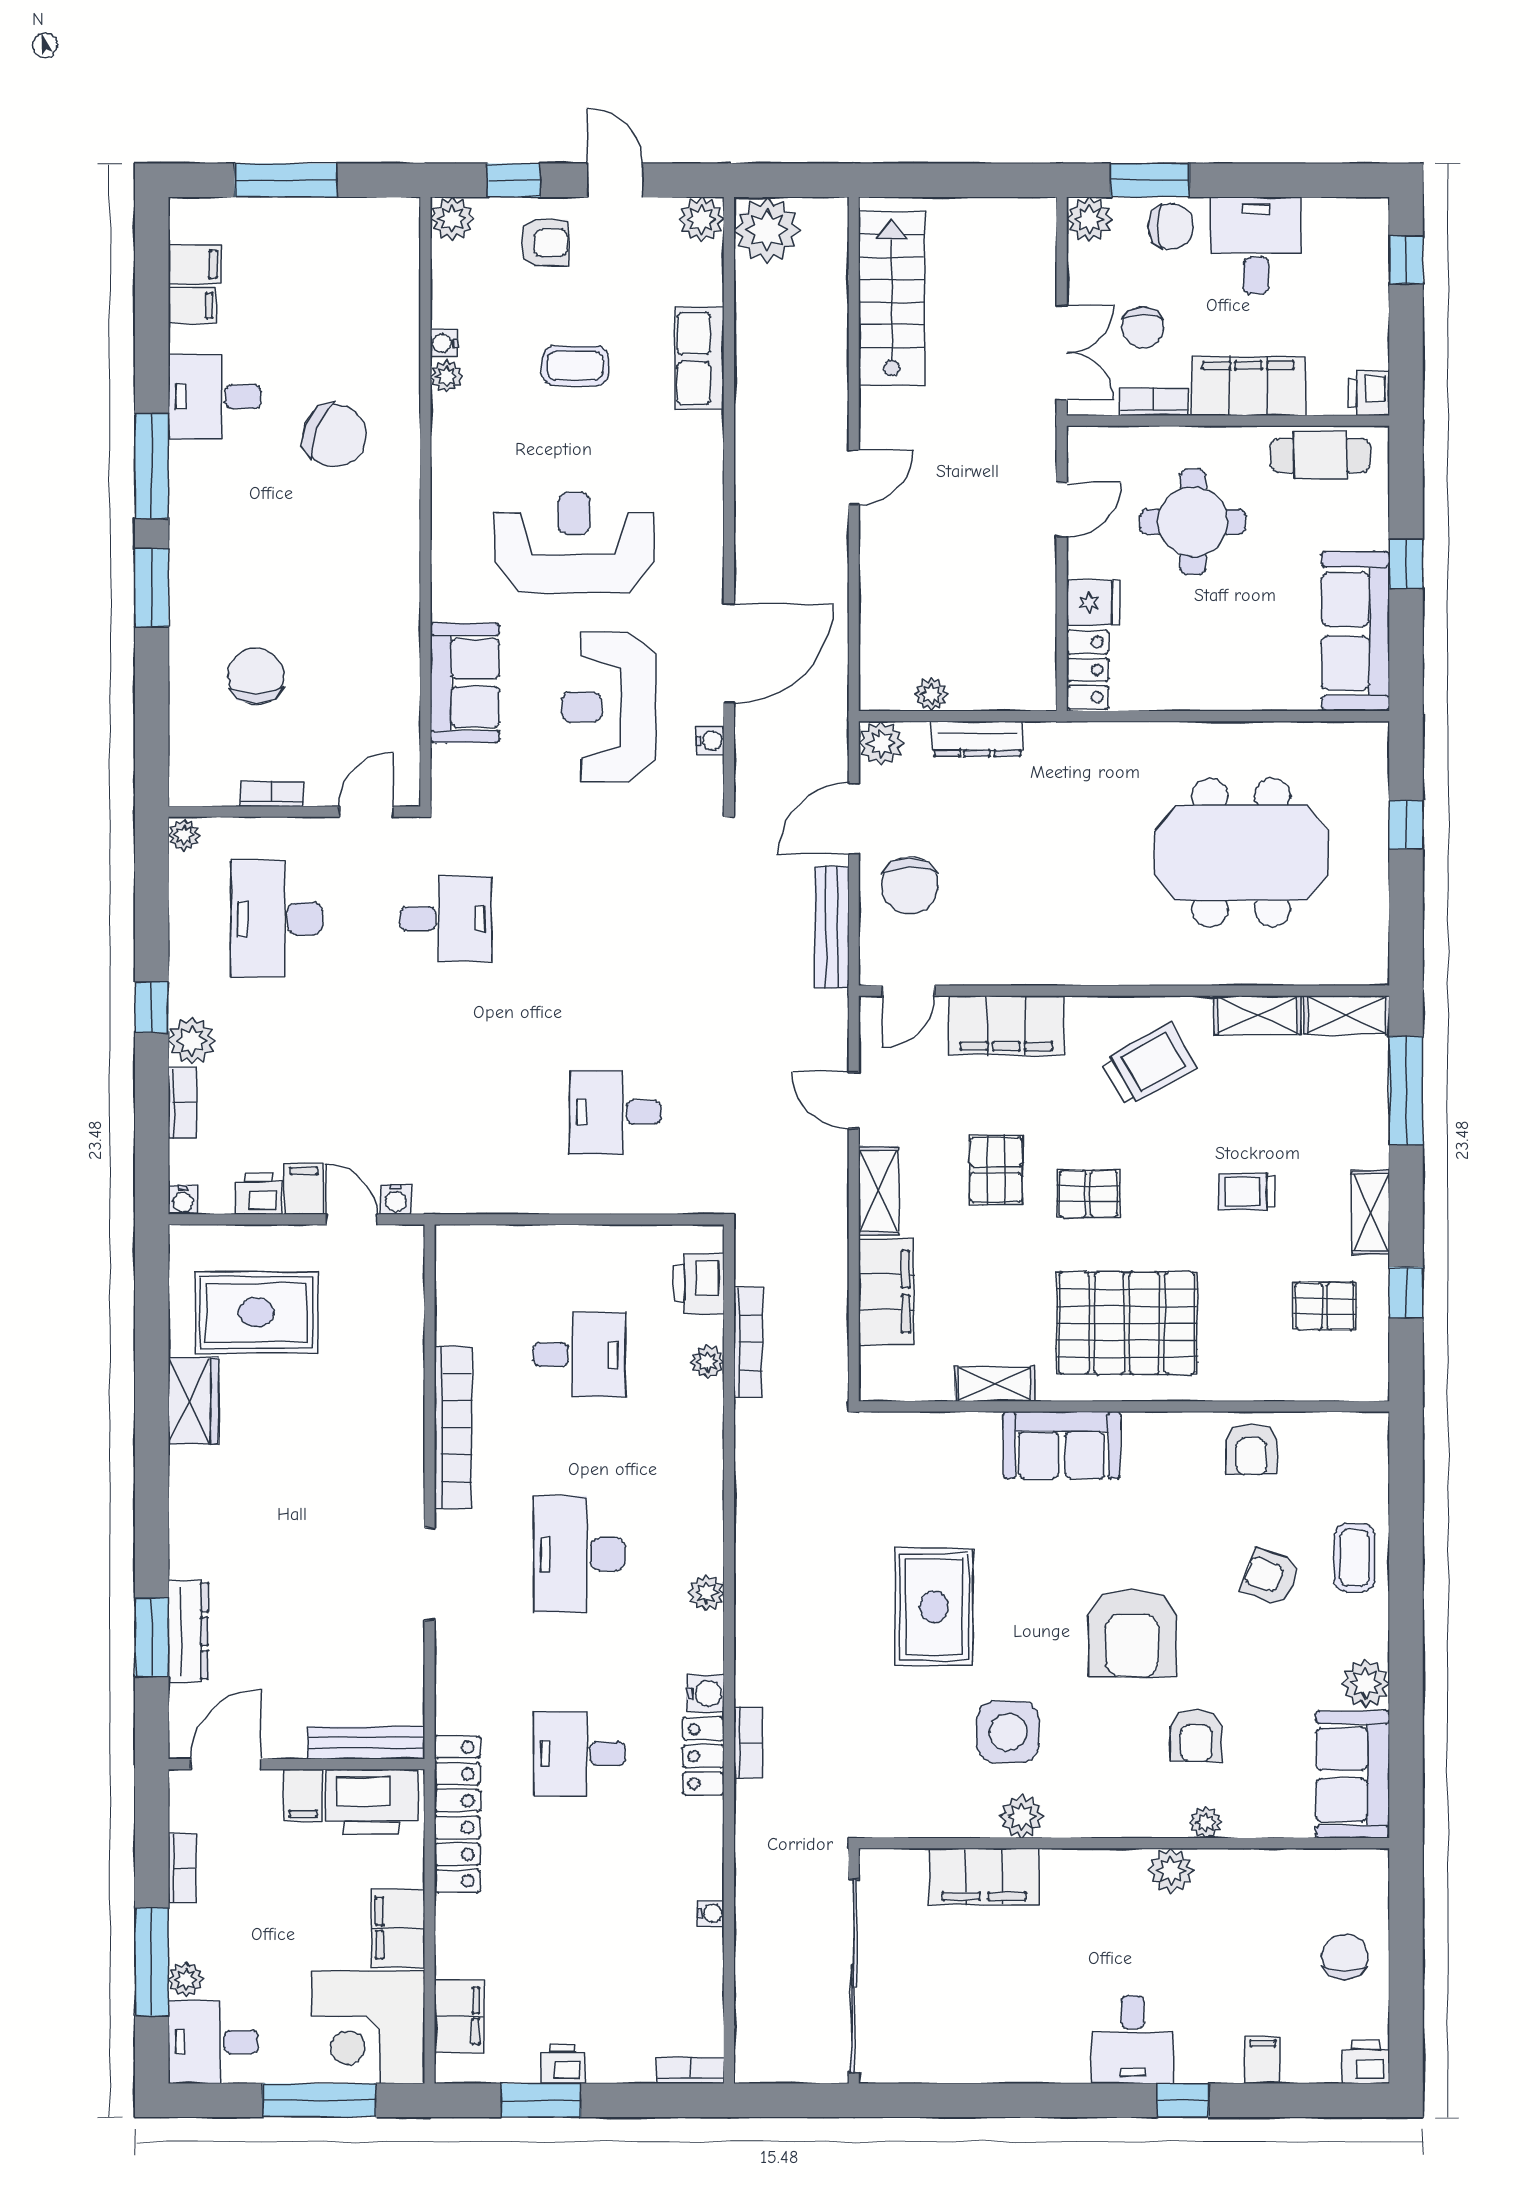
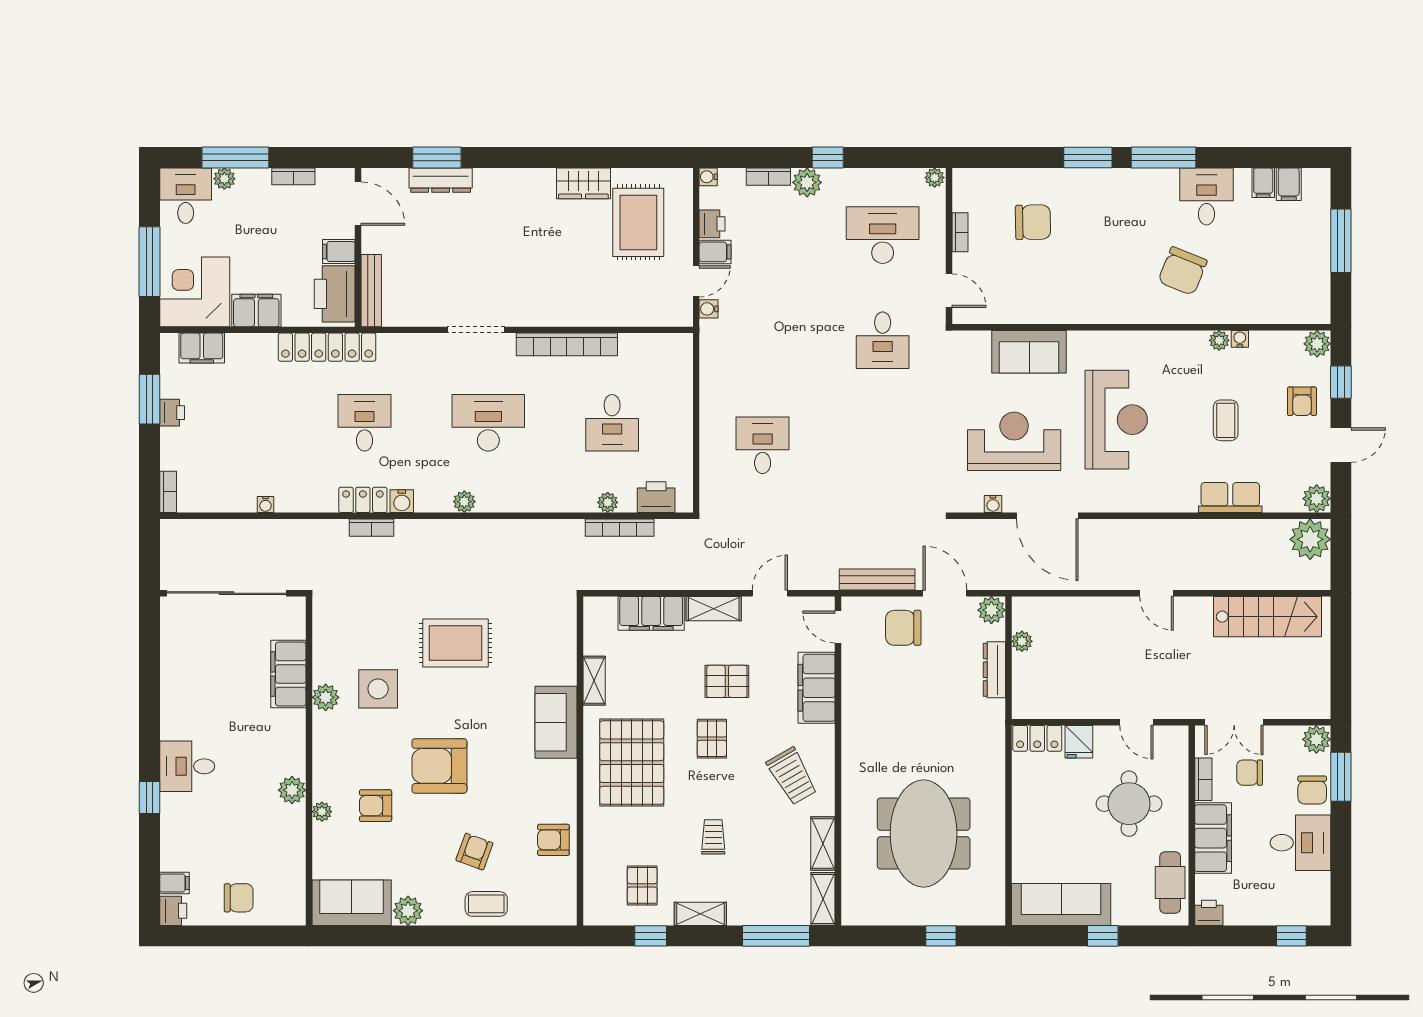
filing cabinet: (1263, 2060) -> (174, 883), moved

